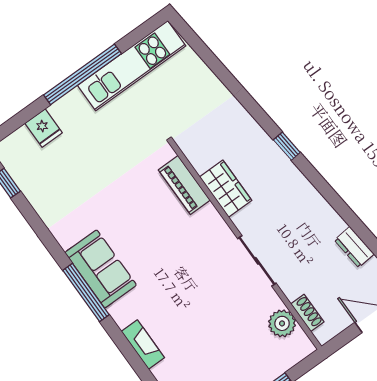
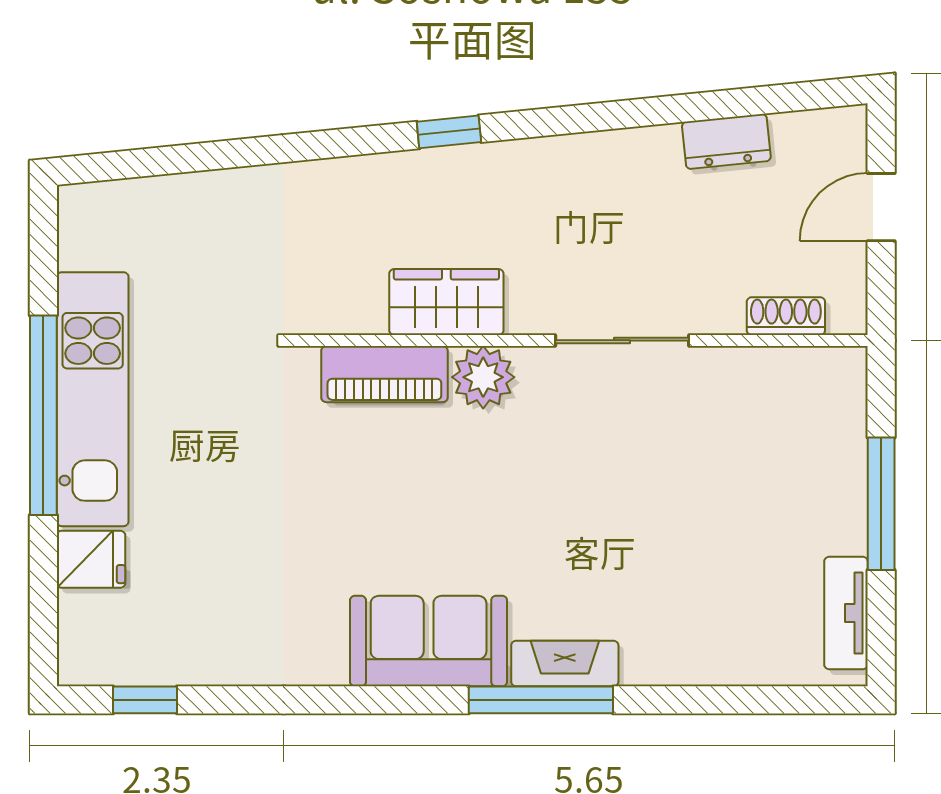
kitchen unit: (132, 66) -> (93, 399), moved
window: (86, 293) -> (541, 700), moved
plant: (282, 323) -> (483, 377), moved
fireplace: (143, 344) -> (565, 664), moved

